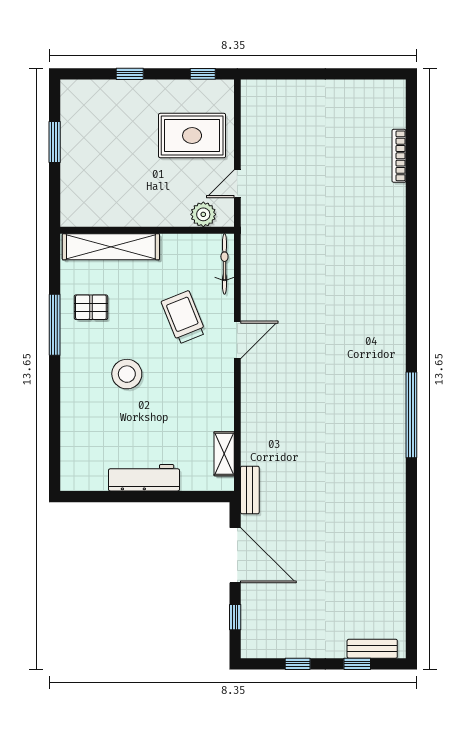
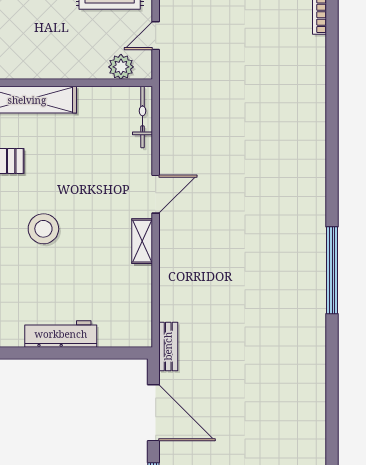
trolley: (184, 317) -> (101, 171), removed
shelving: (224, 454) -> (142, 241), moved

